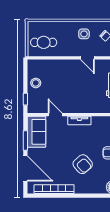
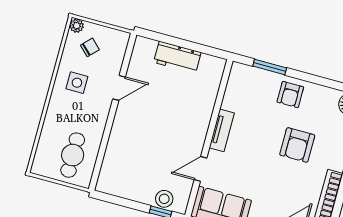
stool: (36, 83) -> (164, 199), moved
armchair: (83, 164) -> (297, 145), turned 132

